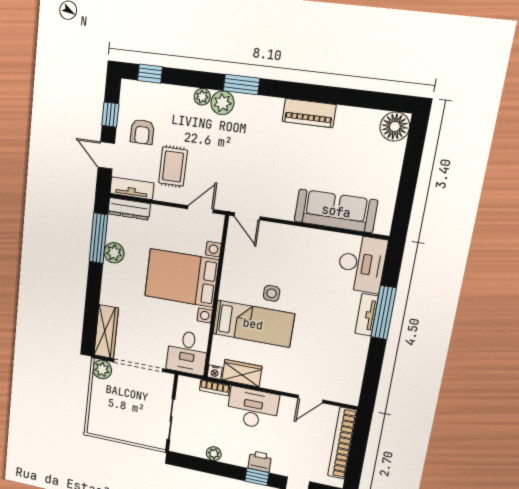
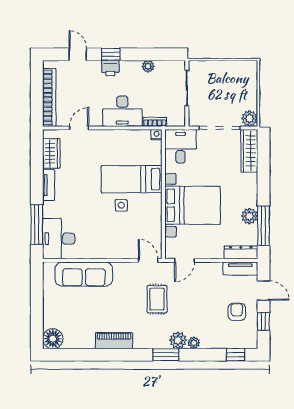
rug: (173, 167) -> (157, 299), moved
window: (384, 313) -> (37, 224), moved
tv unit: (367, 315) -> (49, 185), moved
wardrobe: (242, 373) -> (51, 153), moved, turned -90

